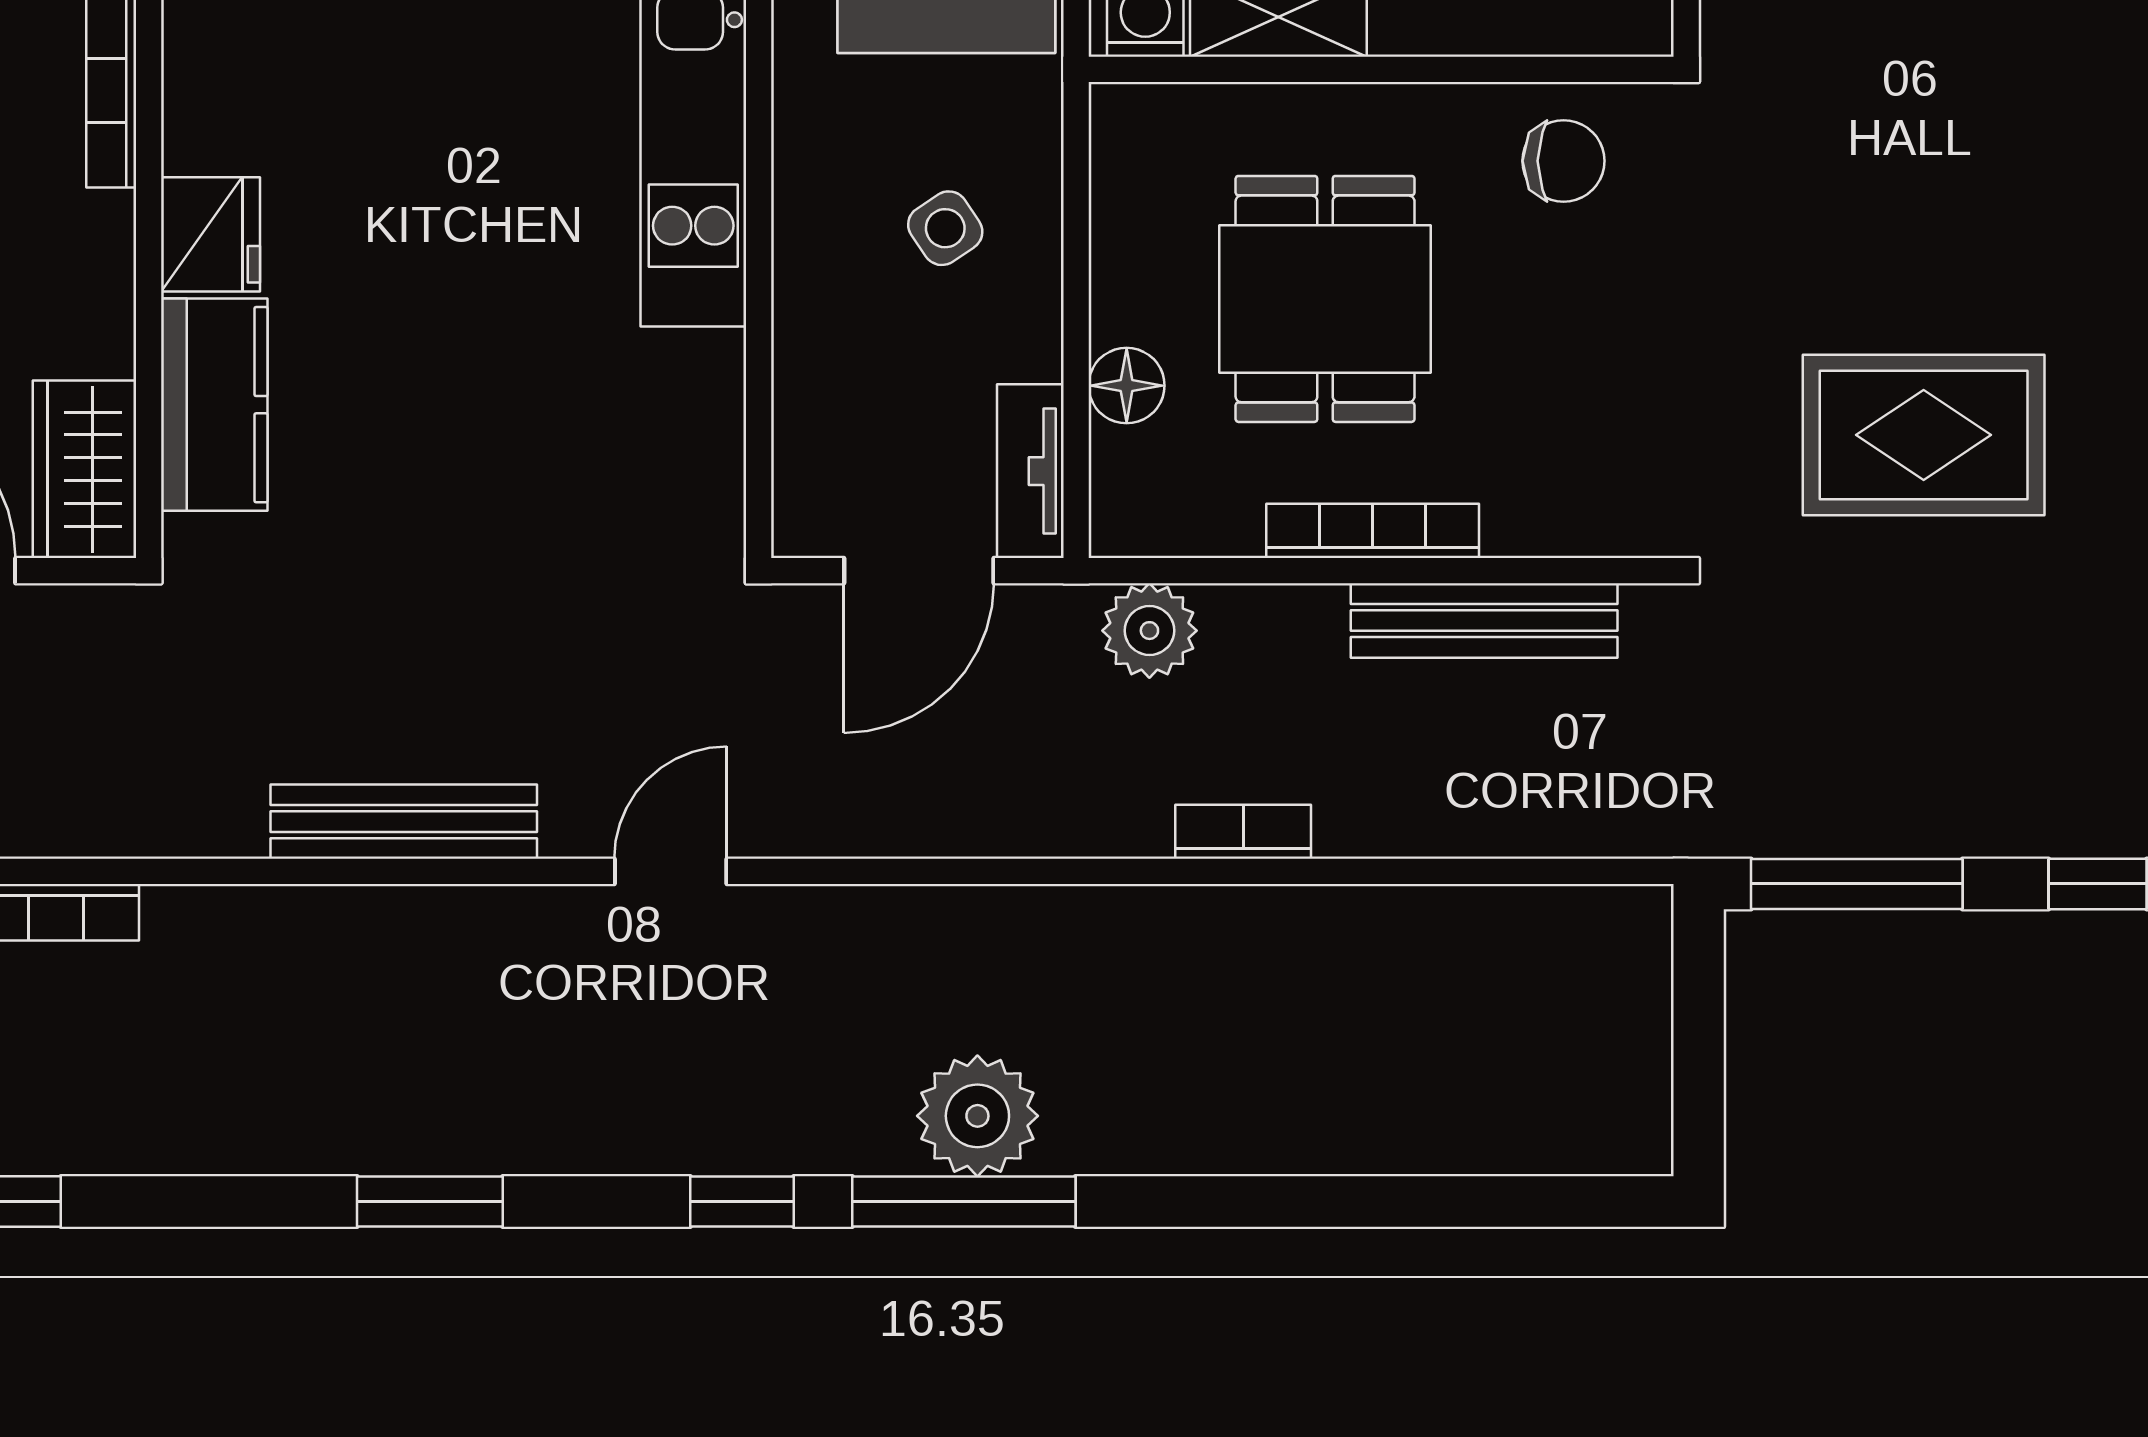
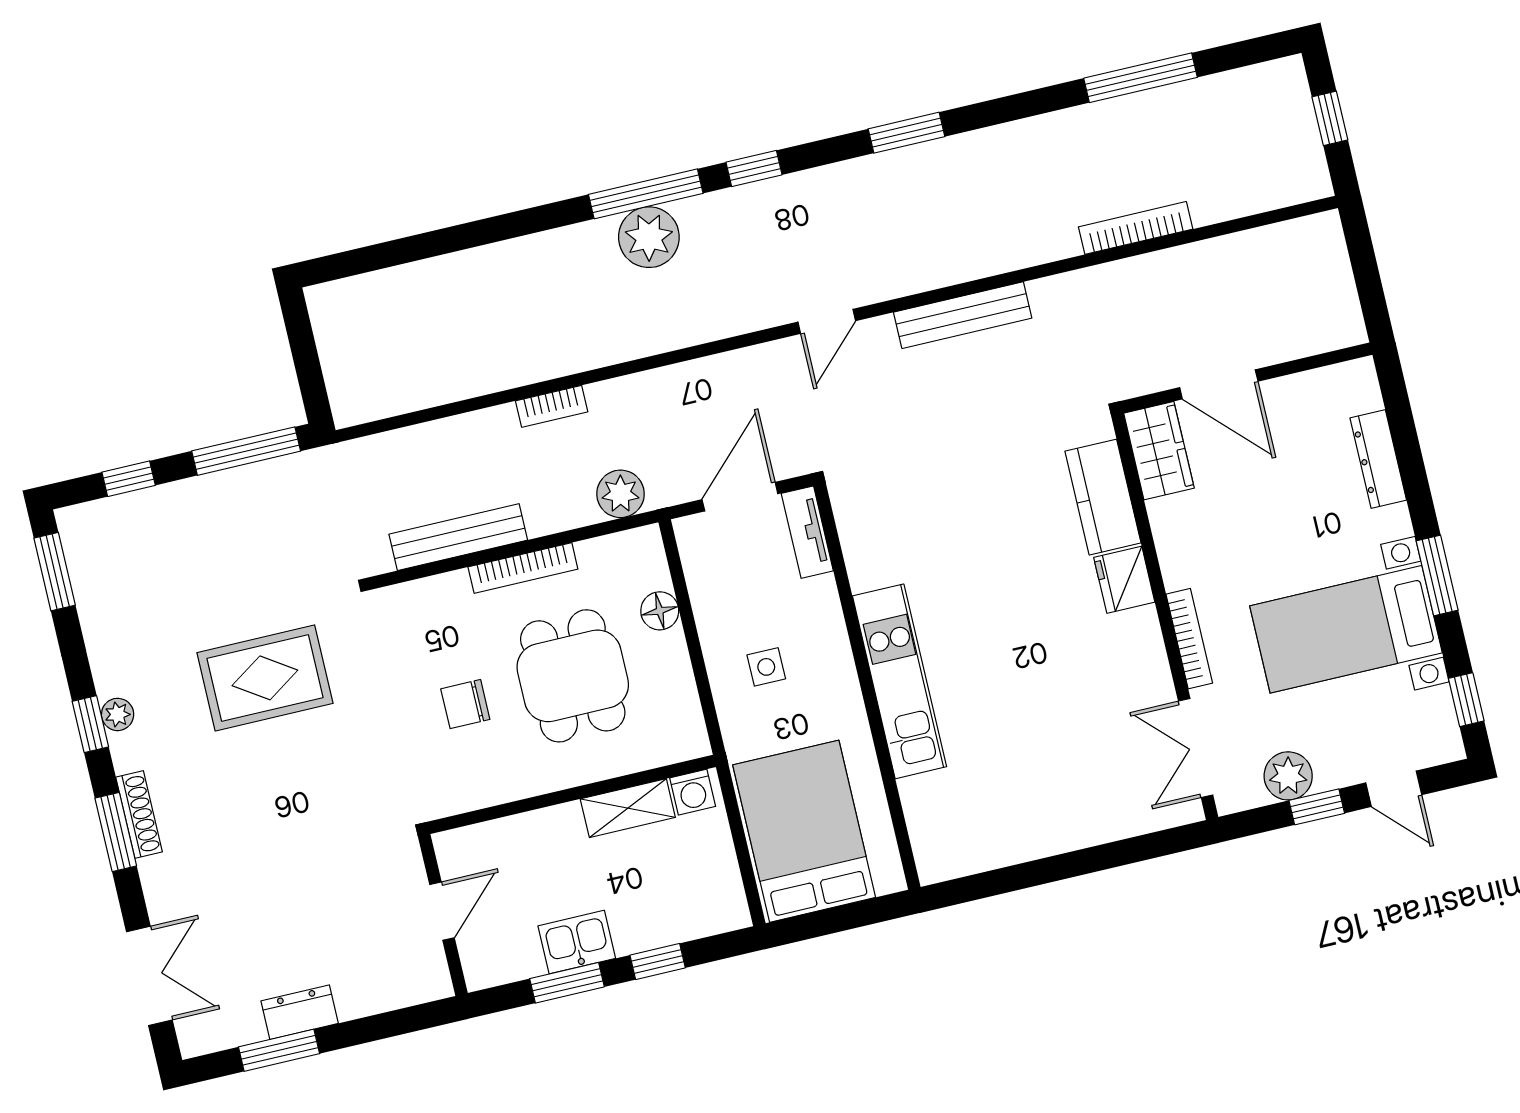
chair: (1564, 161) -> (465, 704), moved
side table: (945, 228) -> (766, 667), turned 34
tv unit: (1030, 471) -> (807, 532), moved, turned 180

